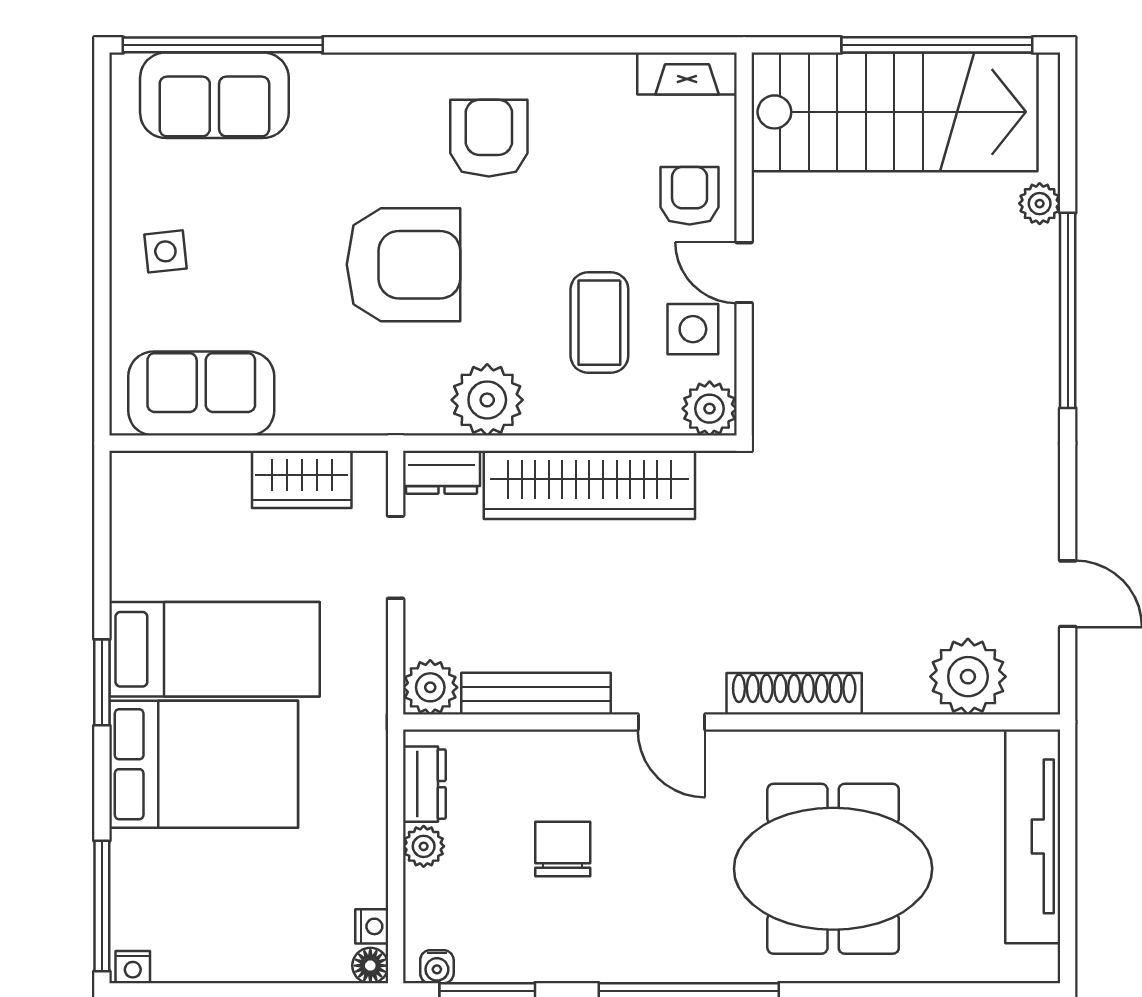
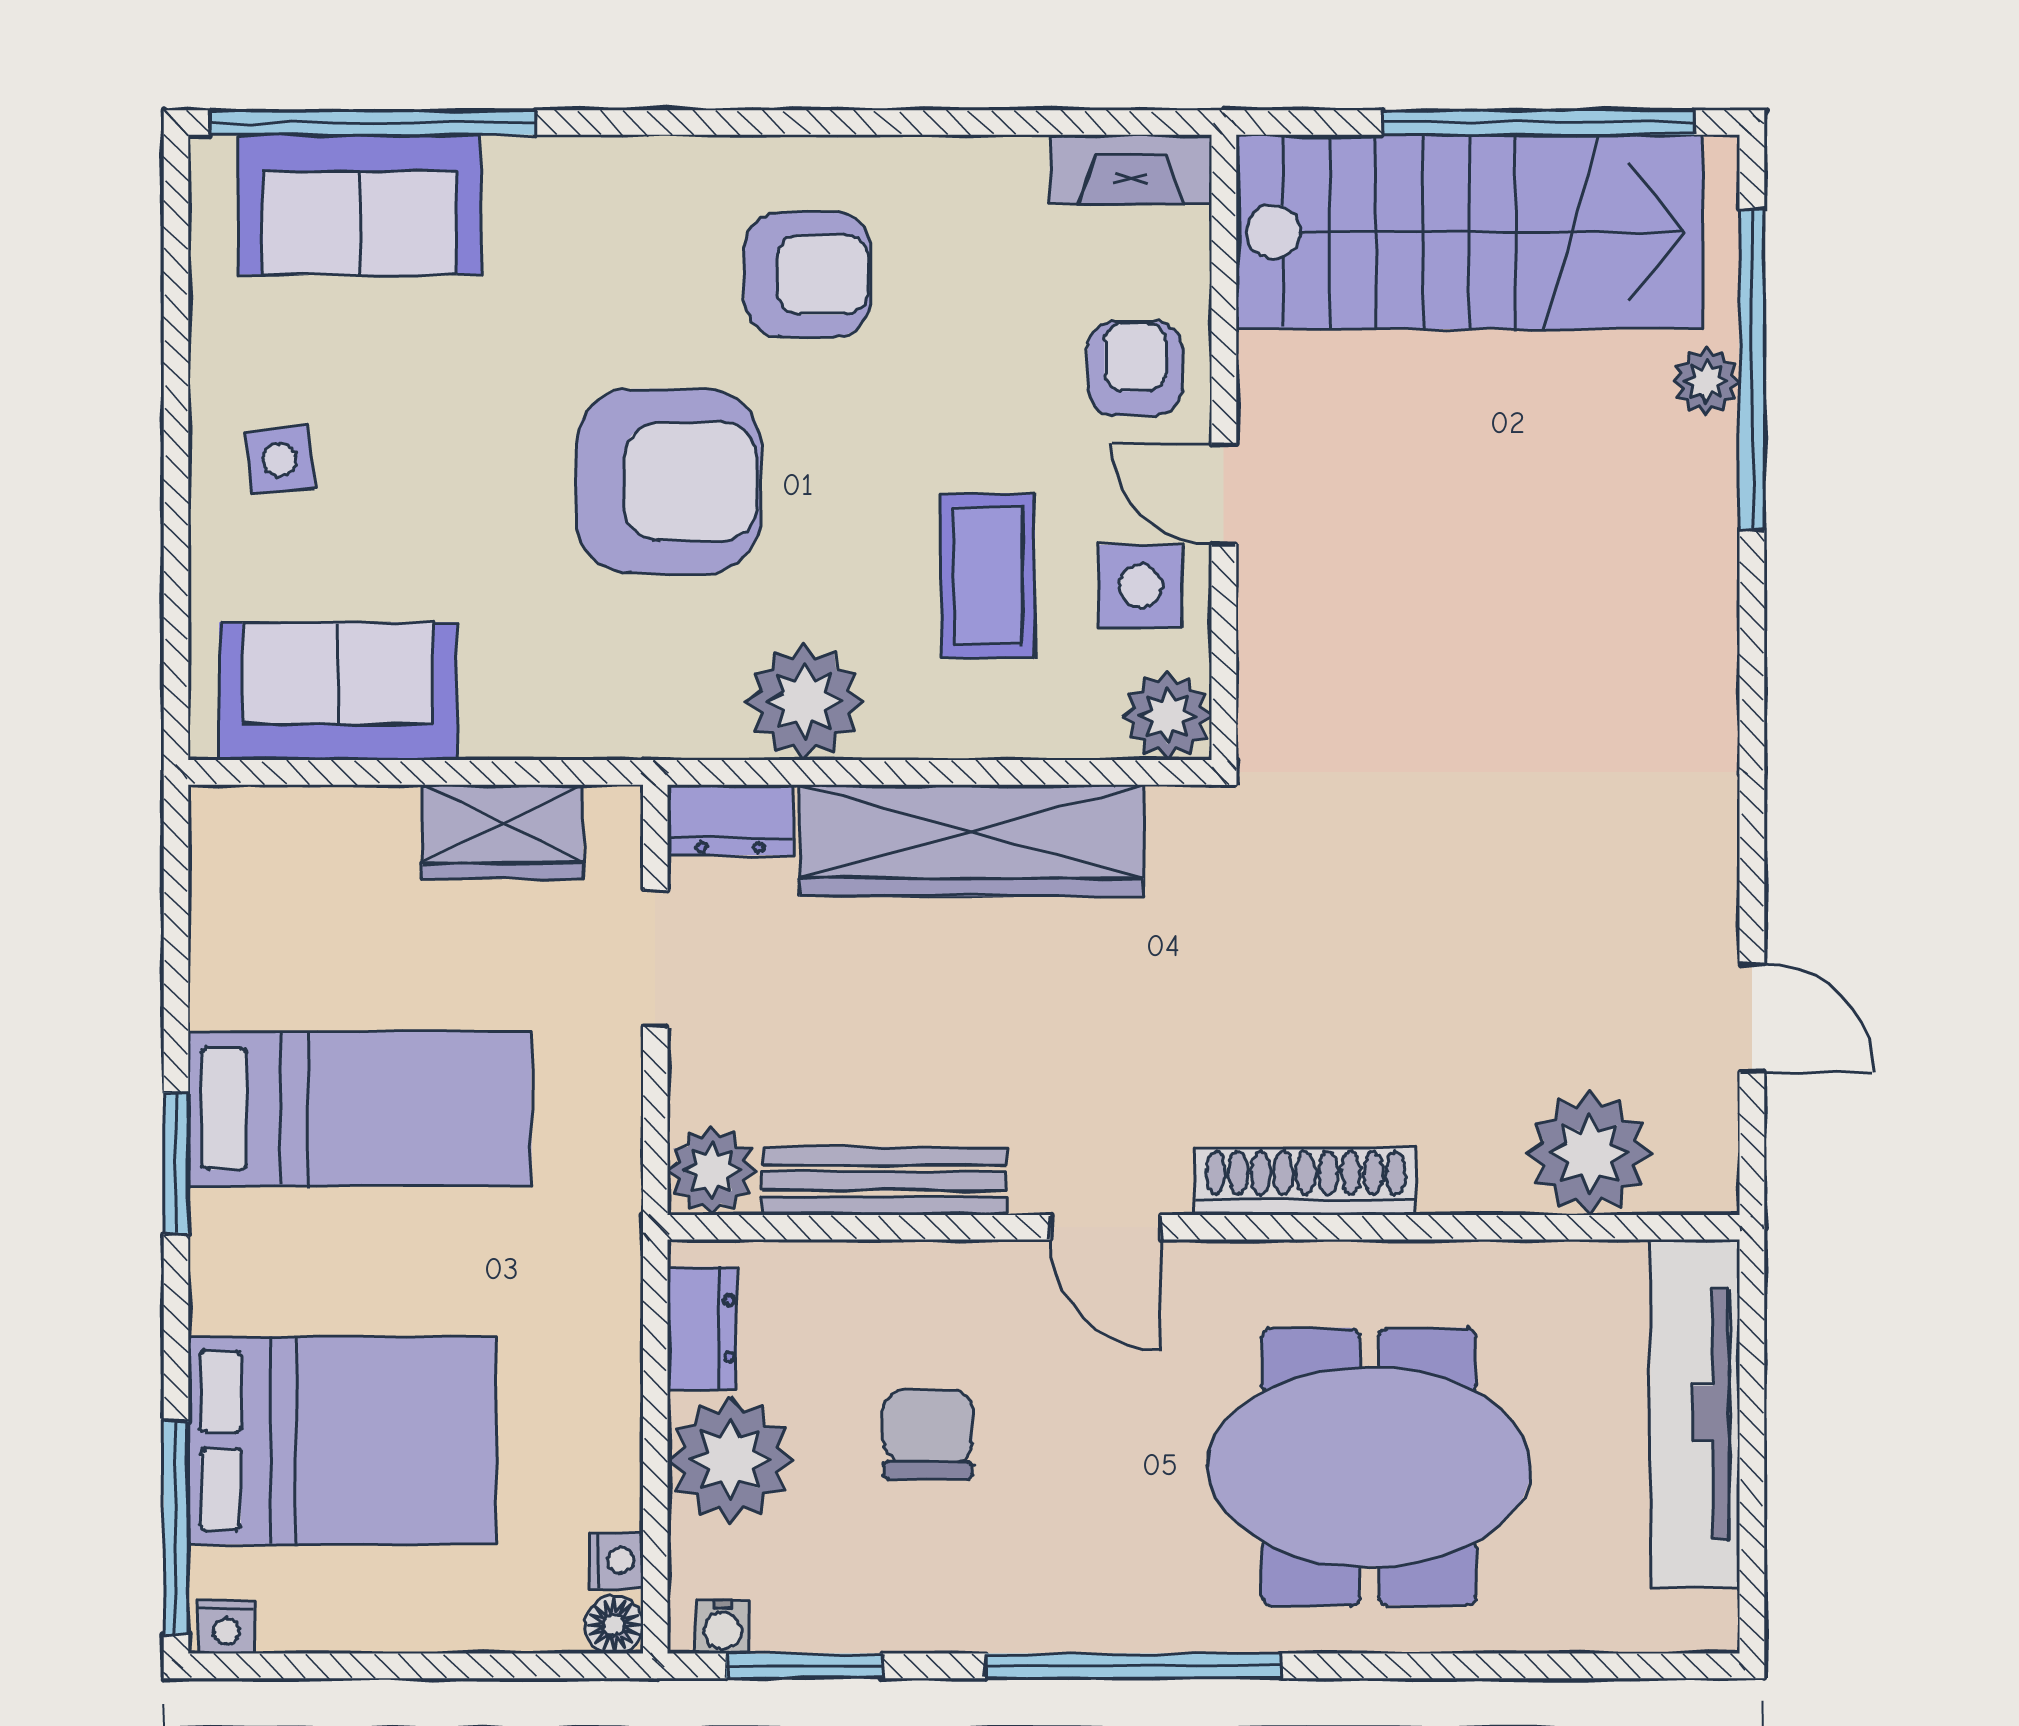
armchair: (489, 138) -> (807, 275), turned 90
window: (1068, 310) -> (1752, 369), moved
bed: (204, 764) -> (342, 1440), moved
plant: (424, 846) -> (730, 1460), width x1.88, depth x1.88

